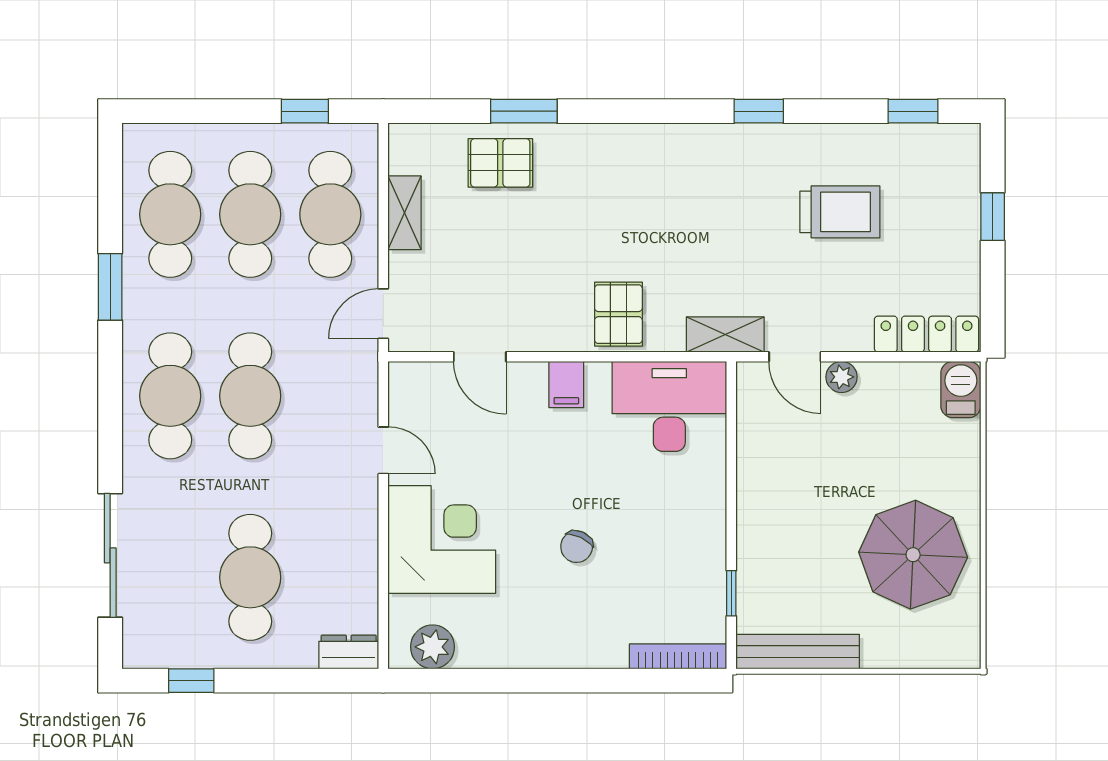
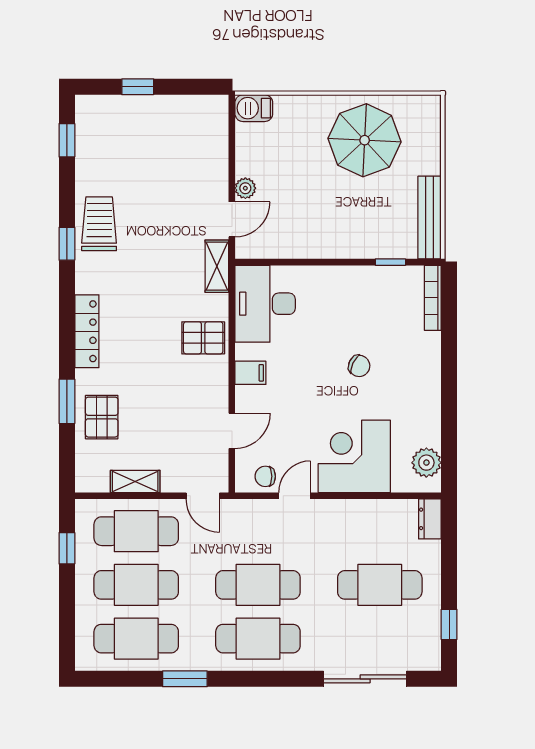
trolley: (840, 212) -> (99, 224), moved
locker: (927, 334) -> (87, 331), moved, turned 180
chair: (412, 407) -> (265, 476), added

